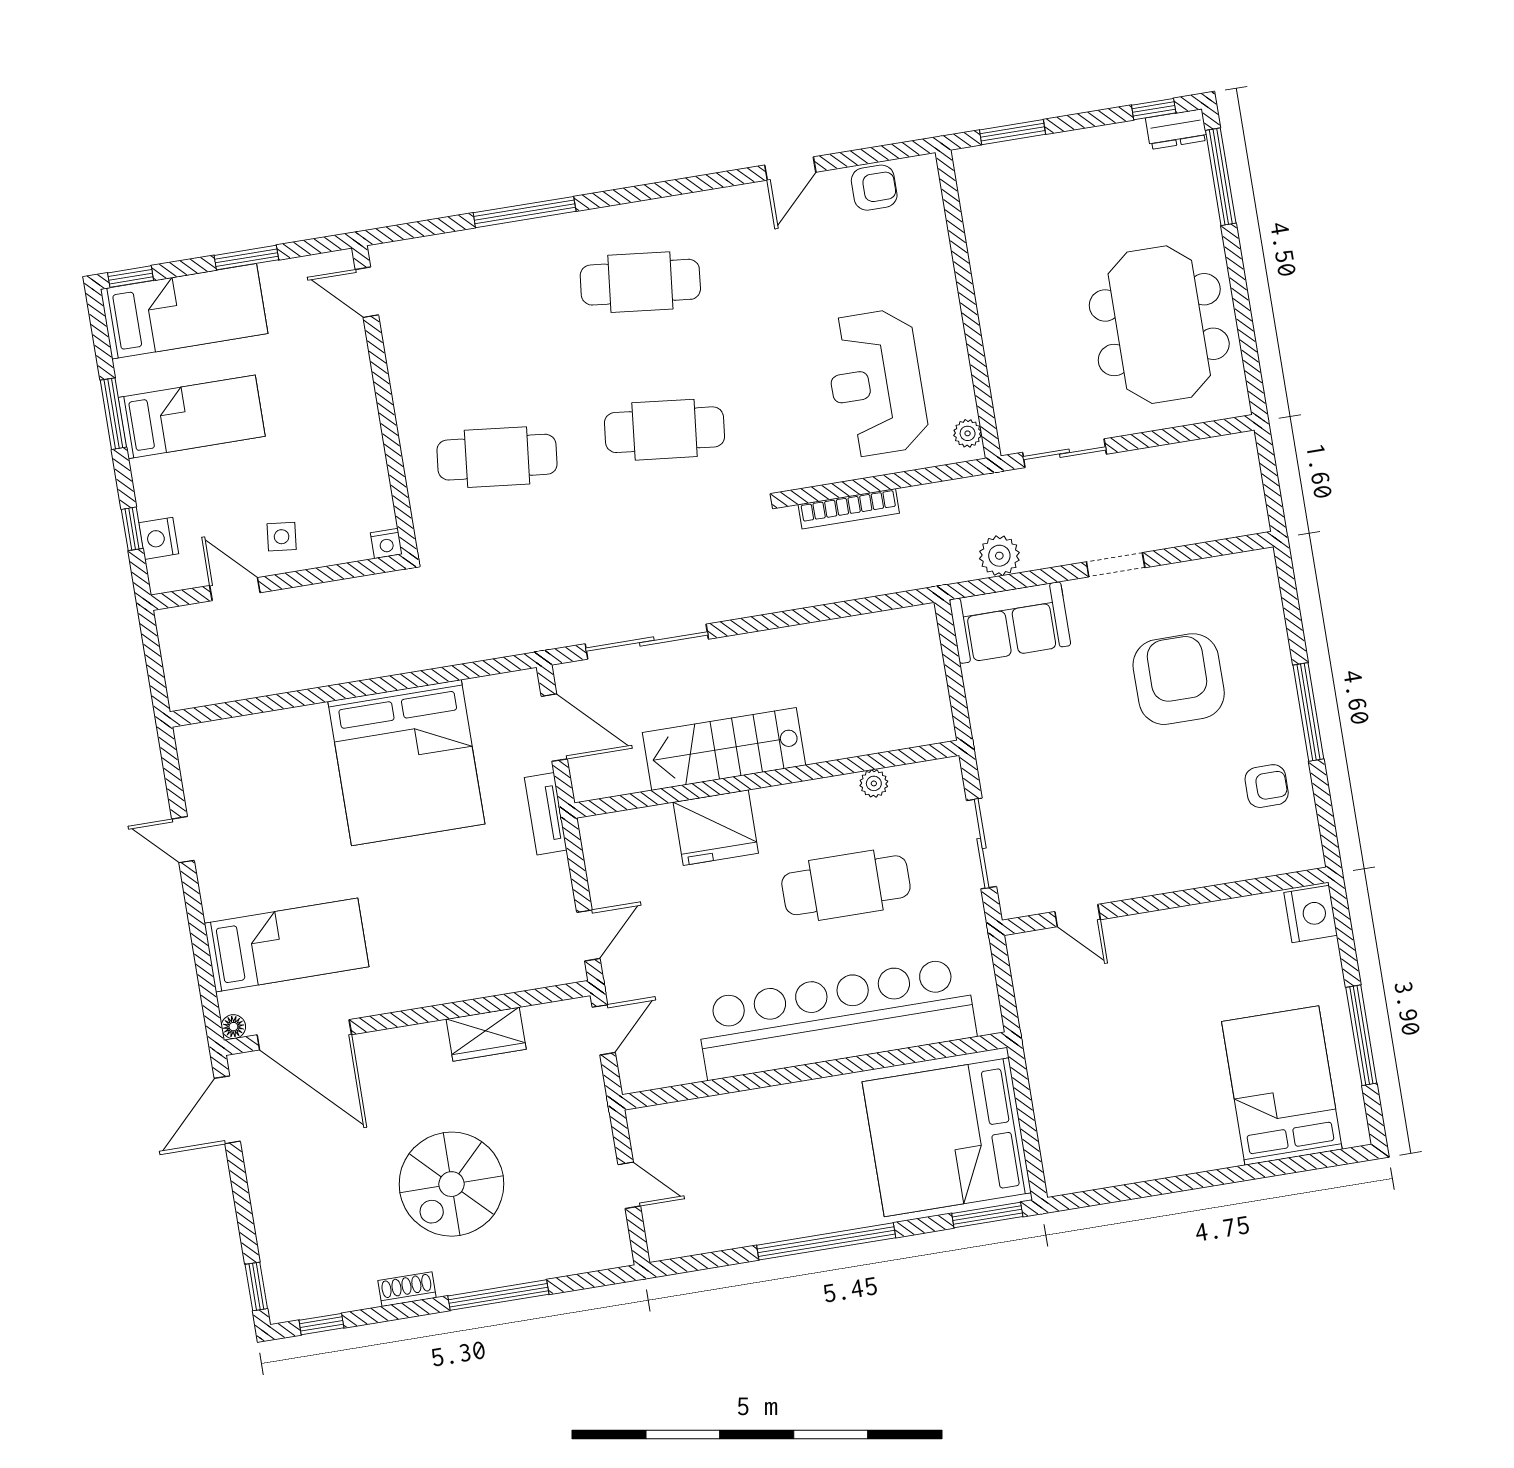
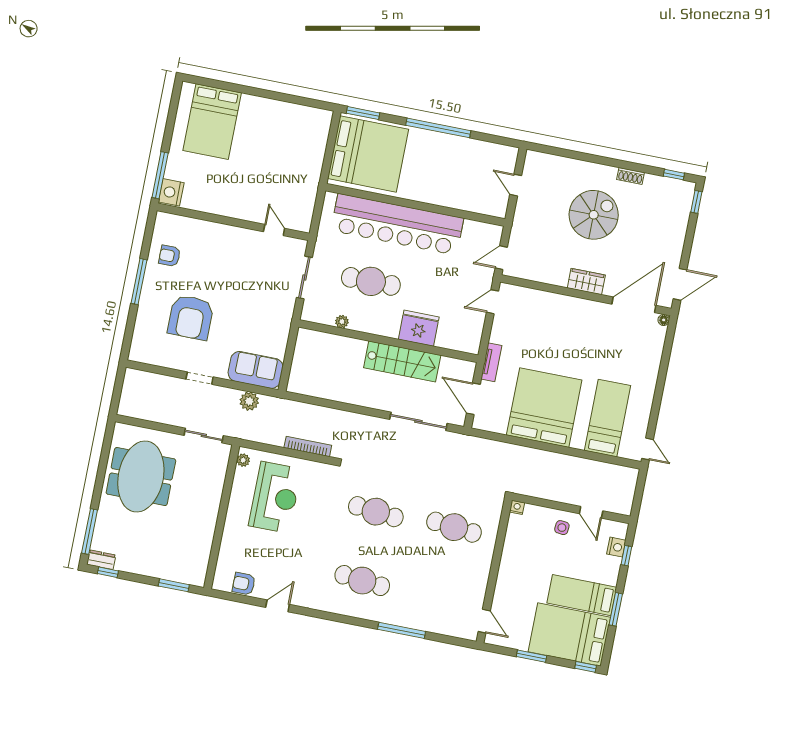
bed: (184, 311) -> (569, 635), width x1.50
door: (183, 840) -> (647, 449), moved
bed: (287, 945) -> (608, 418), moved, turned 90
wardrobe: (486, 1034) -> (586, 281), moved
door: (304, 1035) -> (634, 305), hinge flipped
window: (1361, 1035) -> (160, 175), moved
window: (498, 1295) -> (591, 158), removed

